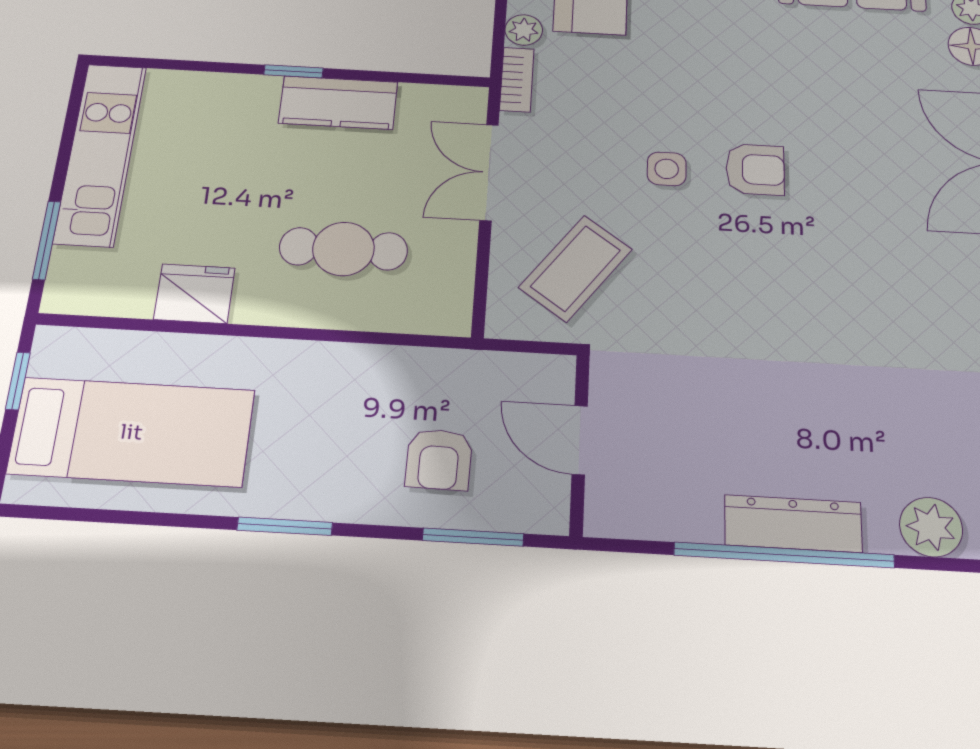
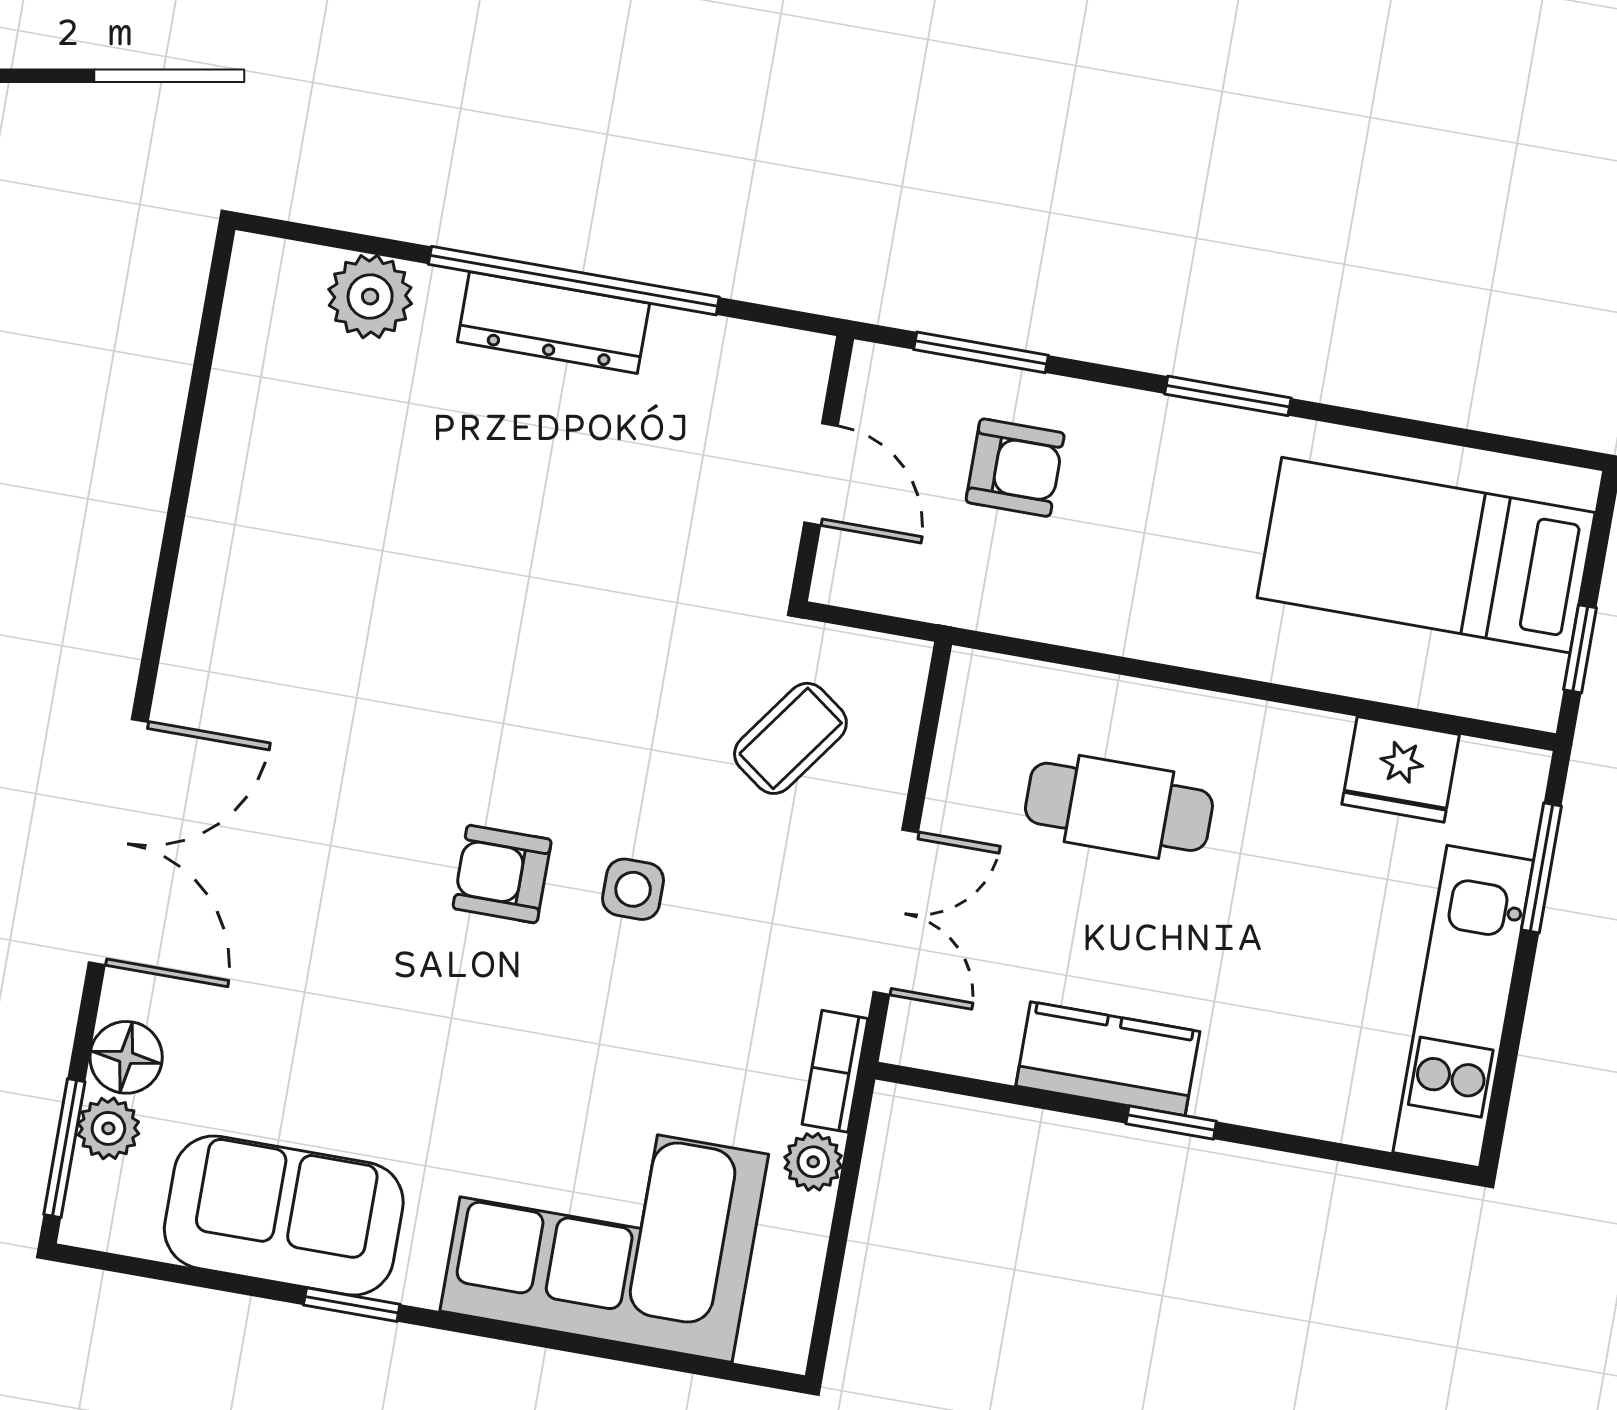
coffee table: (576, 268) -> (790, 738), width x0.73, depth x0.77
fridge: (194, 294) -> (1401, 769), moved
armchair: (439, 459) -> (1015, 468), turned 89

